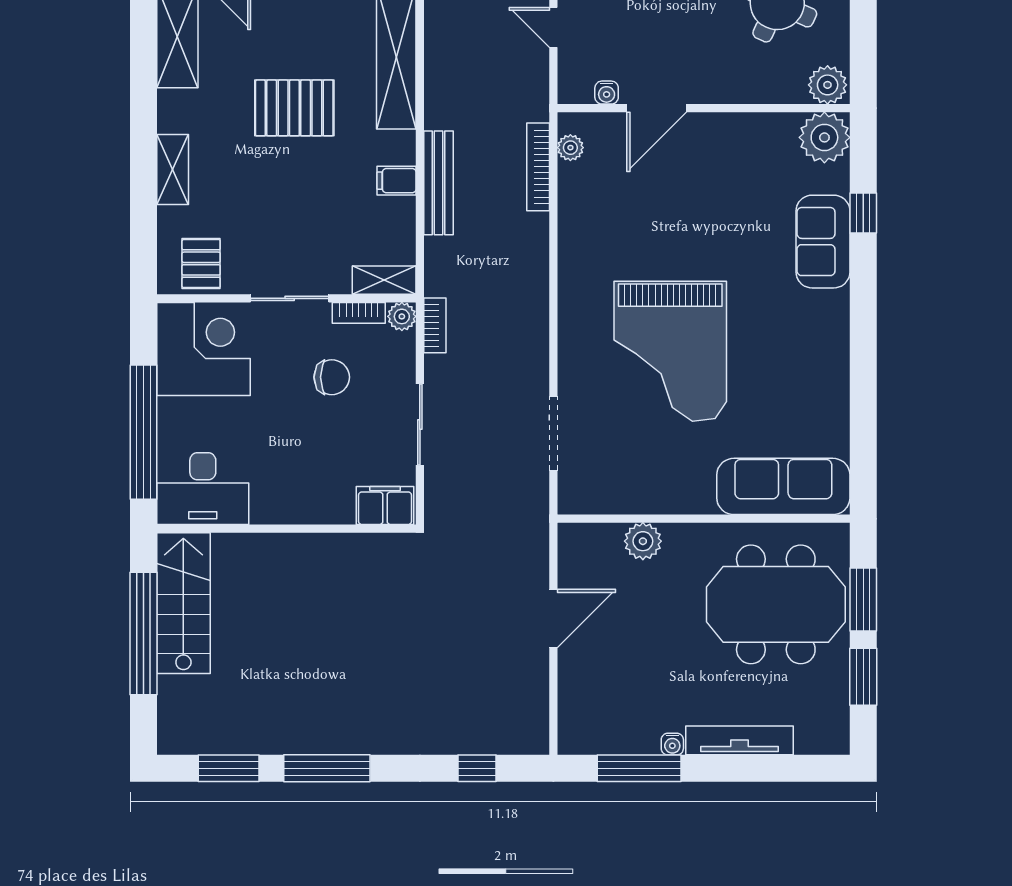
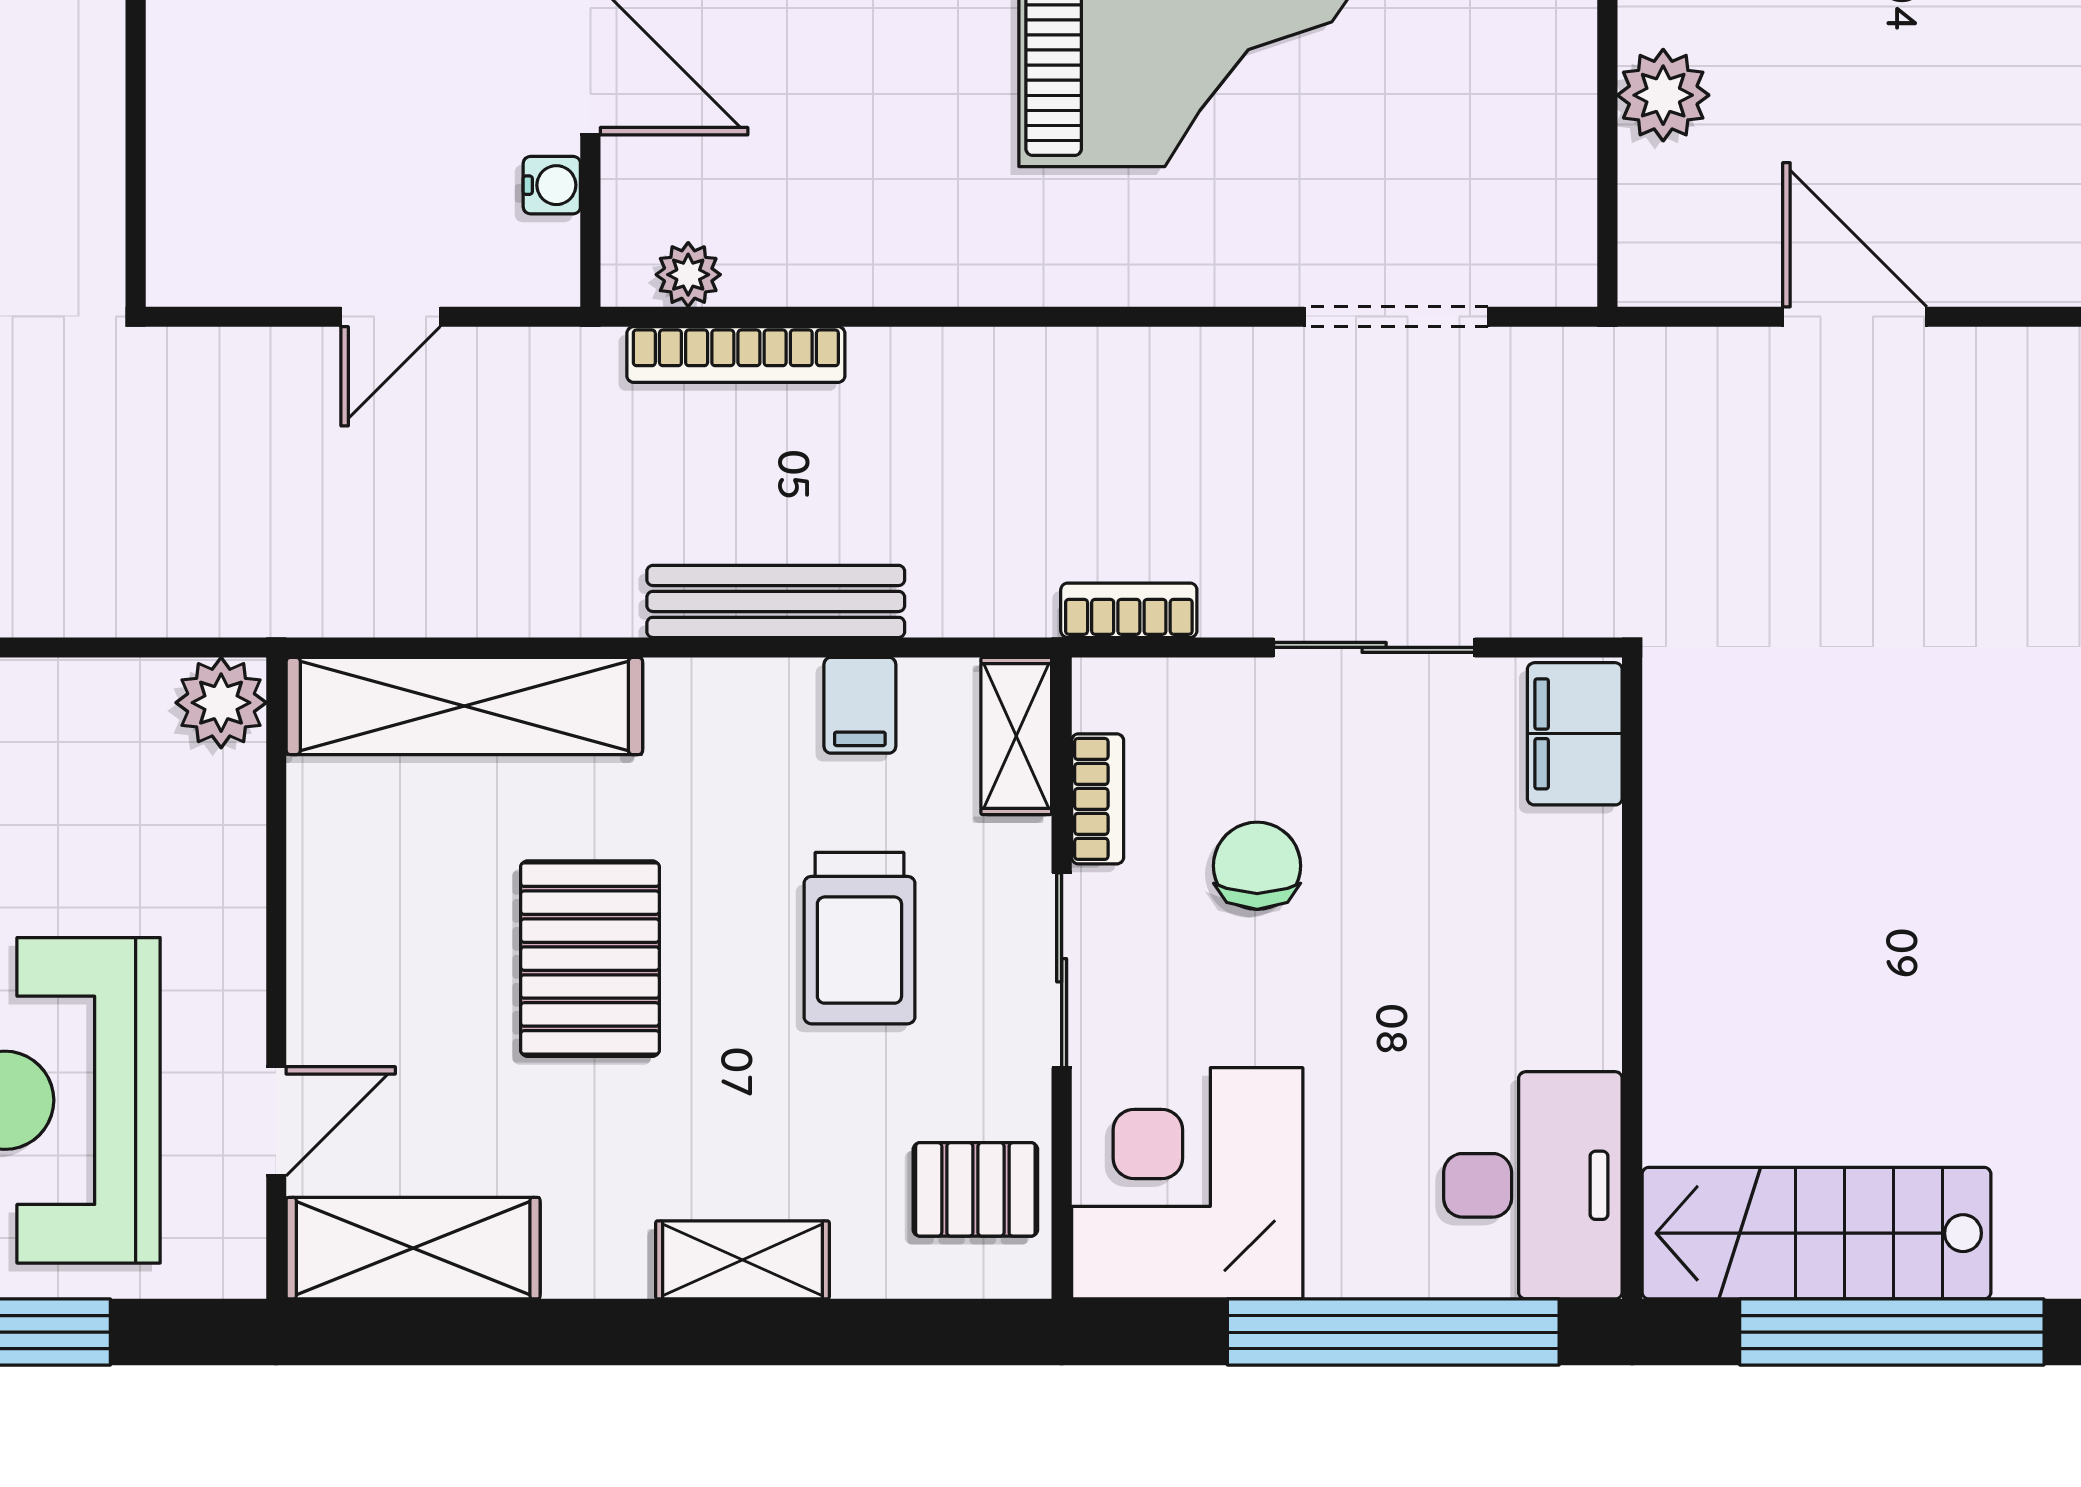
filing cabinet: (397, 181) -> (860, 705), moved
trolley: (303, 217) -> (859, 938), added
plant: (402, 316) -> (1107, 692), removed

